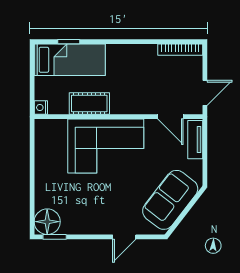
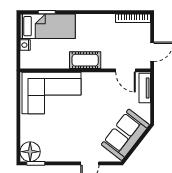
cot: (89, 104) -> (85, 60), moved
nightstand: (41, 108) -> (25, 45), moved
corner sofa: (106, 146) -> (52, 93), moved

